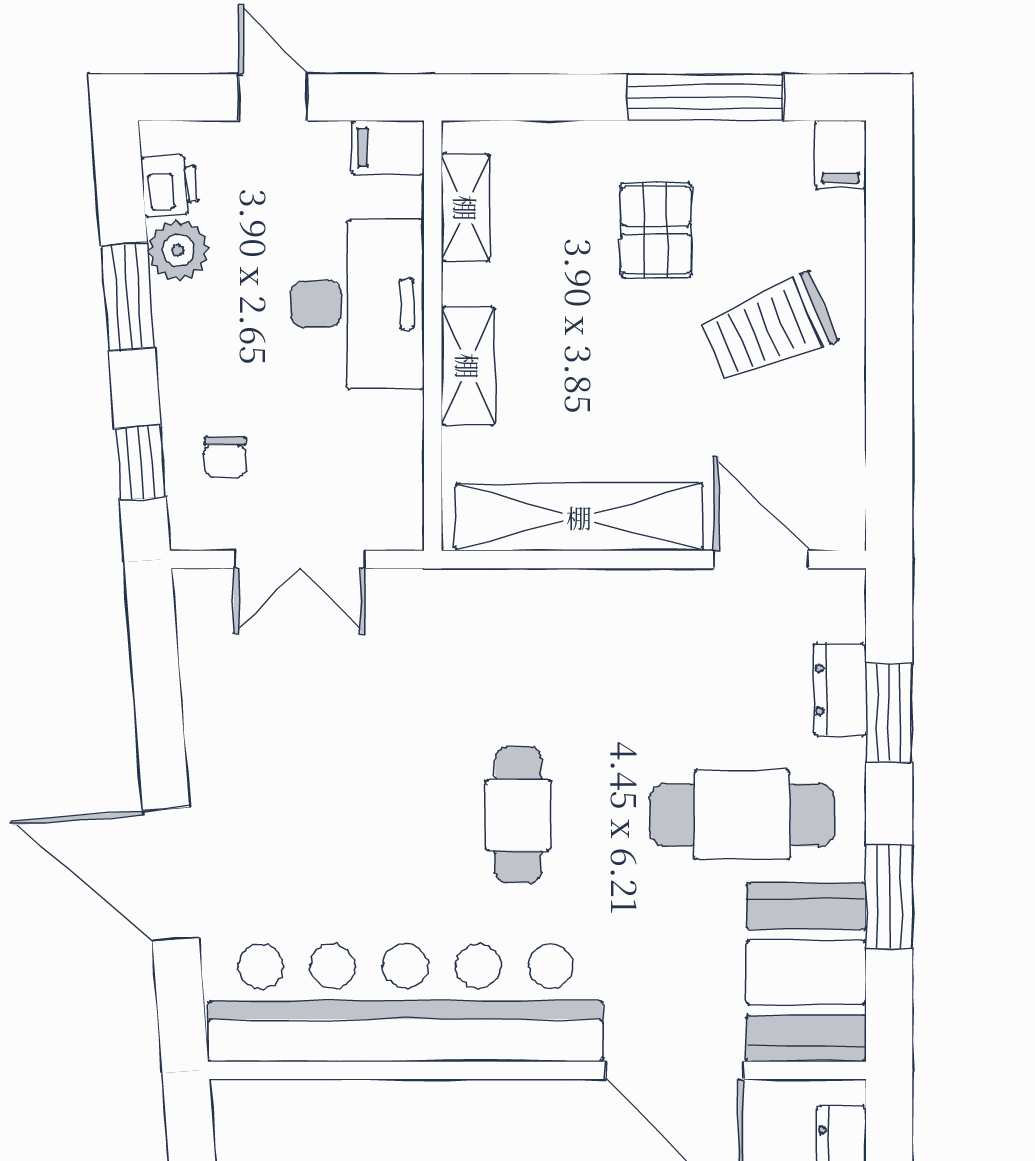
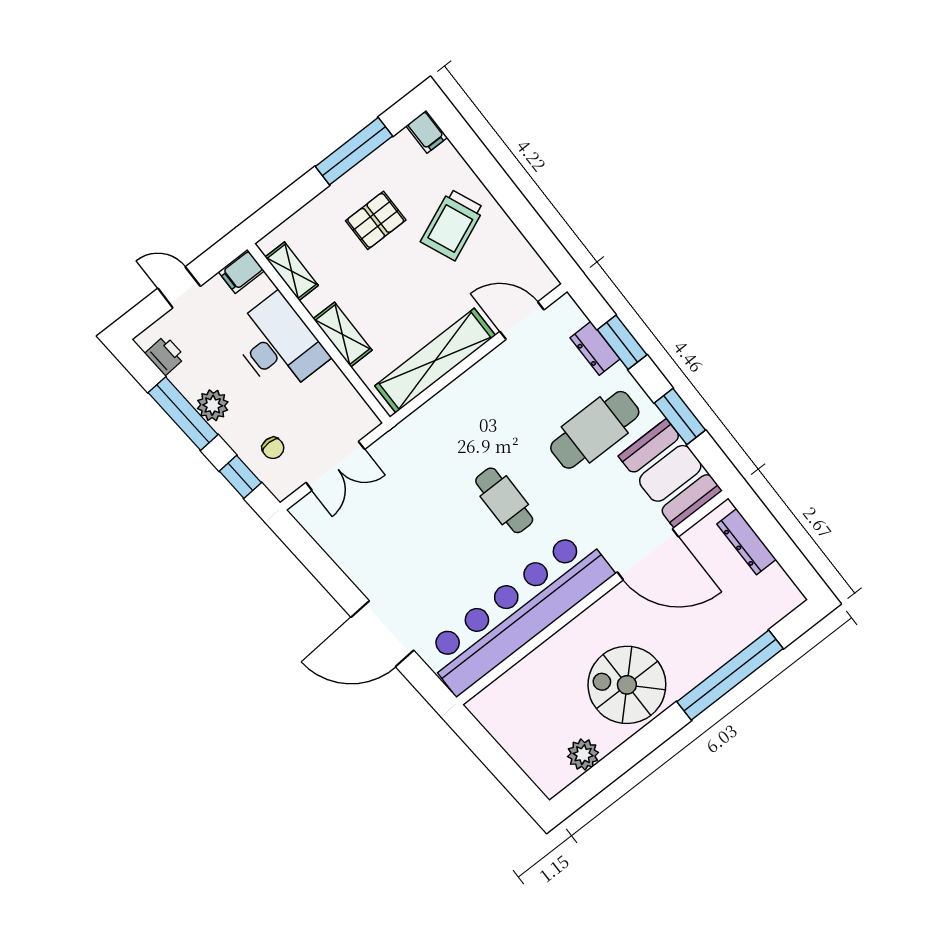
pallet: (656, 230) -> (376, 220), turned 90
plant: (178, 250) -> (213, 405), moved
window: (128, 297) -> (183, 414), width x1.44

